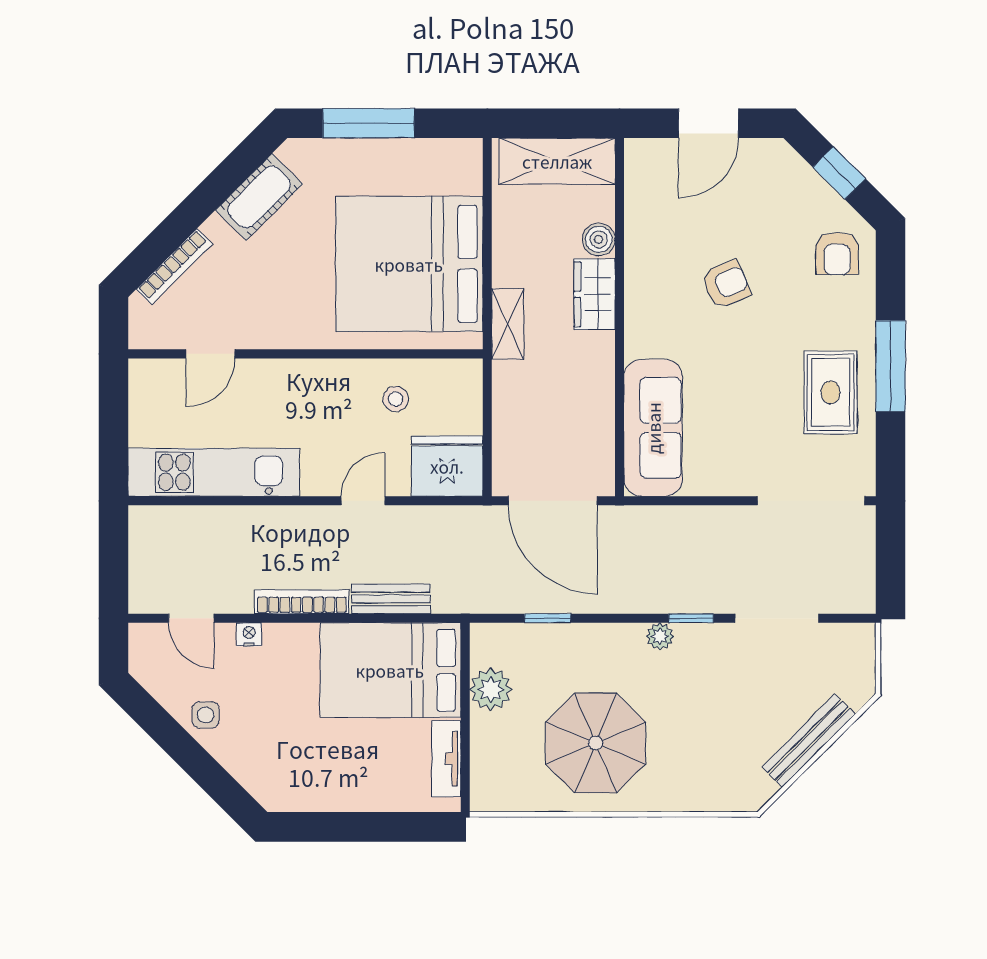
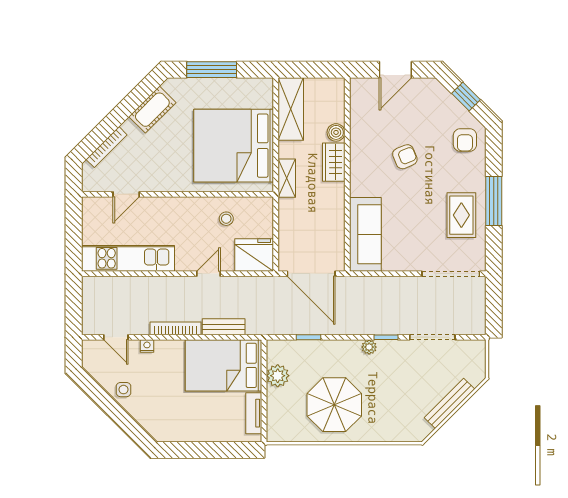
shelving: (557, 161) -> (291, 109), moved, turned 90

